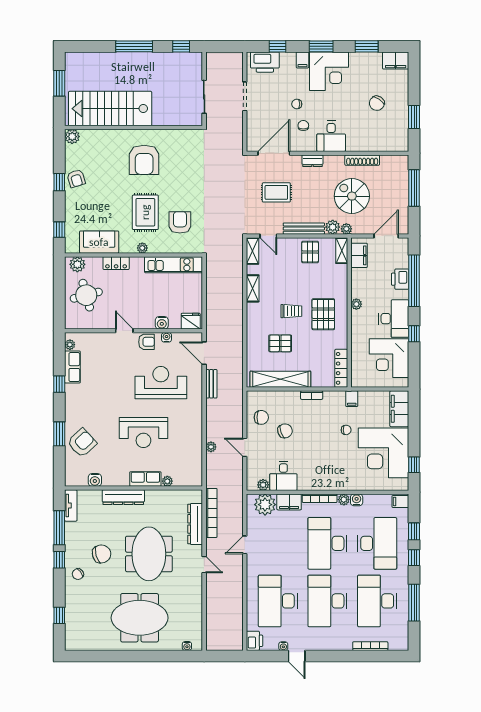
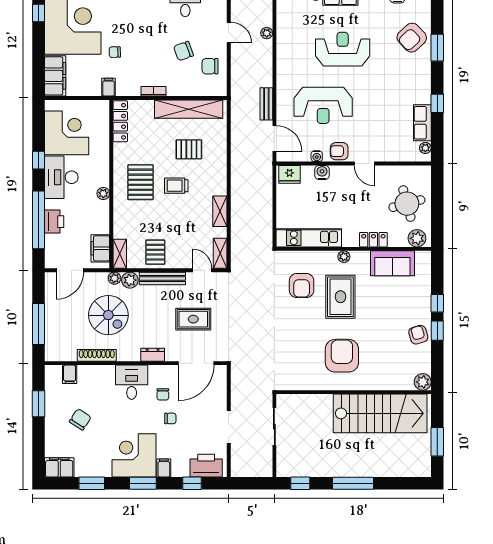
filing cabinet: (386, 143) -> (70, 374), added
window: (59, 230) -> (437, 303), moved

